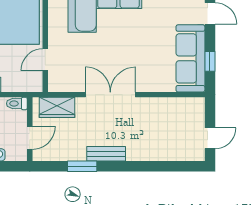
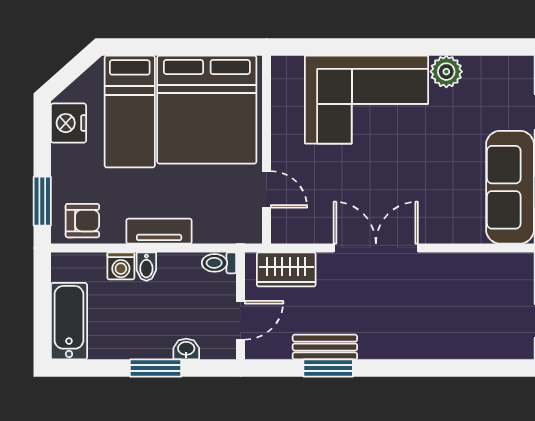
door: (45, 60) -> (266, 189), swing flipped
bench: (106, 154) -> (325, 347), moved

